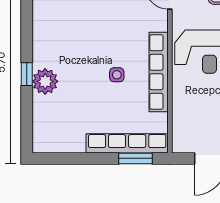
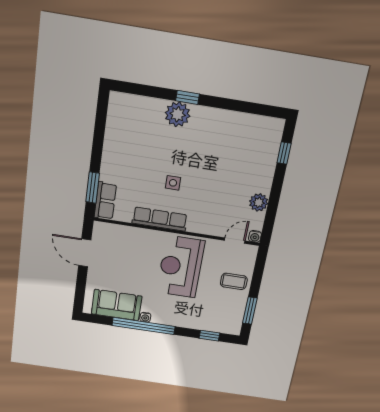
row of seats: (159, 72) -> (160, 219), width x0.73
row of seats: (127, 143) -> (105, 201), width x0.50

